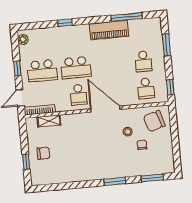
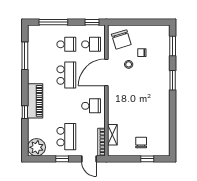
piano: (109, 30) -> (35, 101), moved
plant: (23, 39) -> (37, 147), width x1.87, depth x1.87
window: (166, 45) -> (53, 22), width x1.44
school desk: (76, 68) -> (66, 75), moved
door: (105, 109) -> (106, 73), moved

